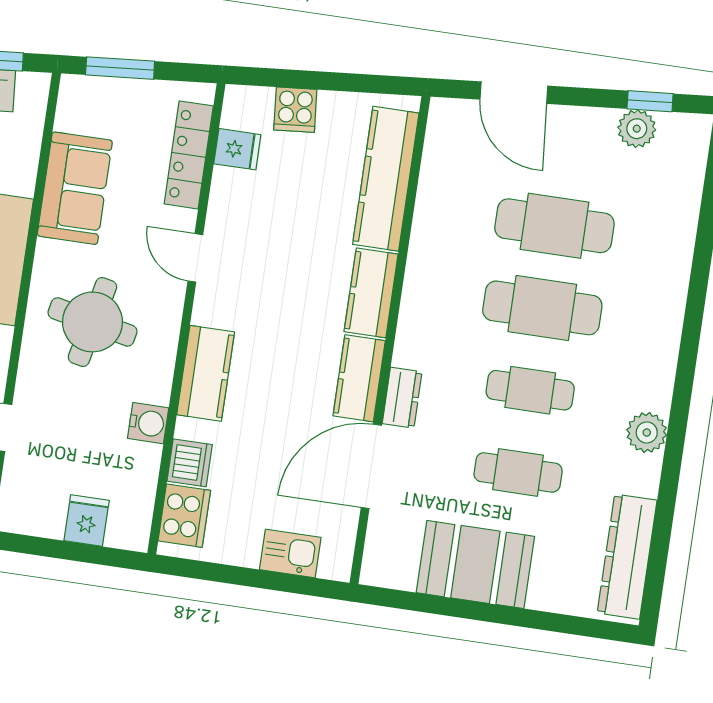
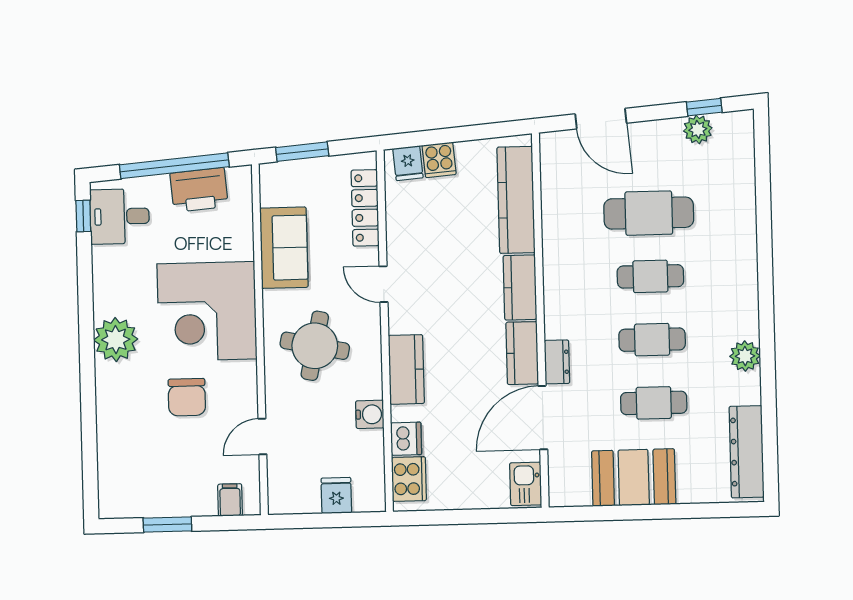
fridge: (237, 149) -> (408, 163), moved, turned 85
cafe table: (542, 308) -> (650, 276), width x0.73, depth x0.74
kitchen sink: (290, 553) -> (526, 484), moved, turned -90

